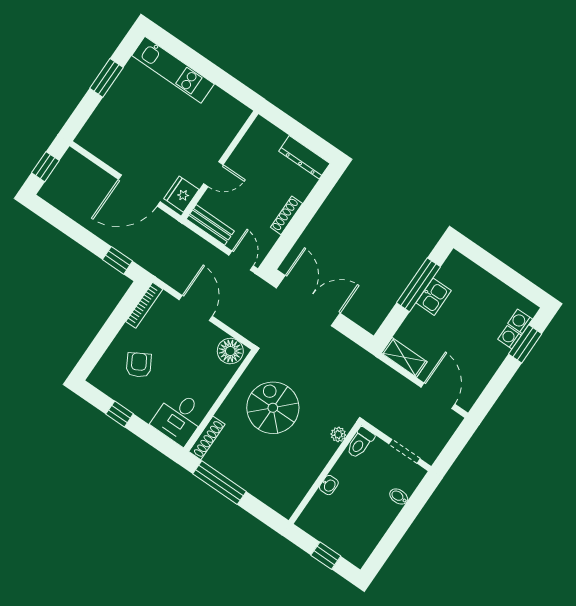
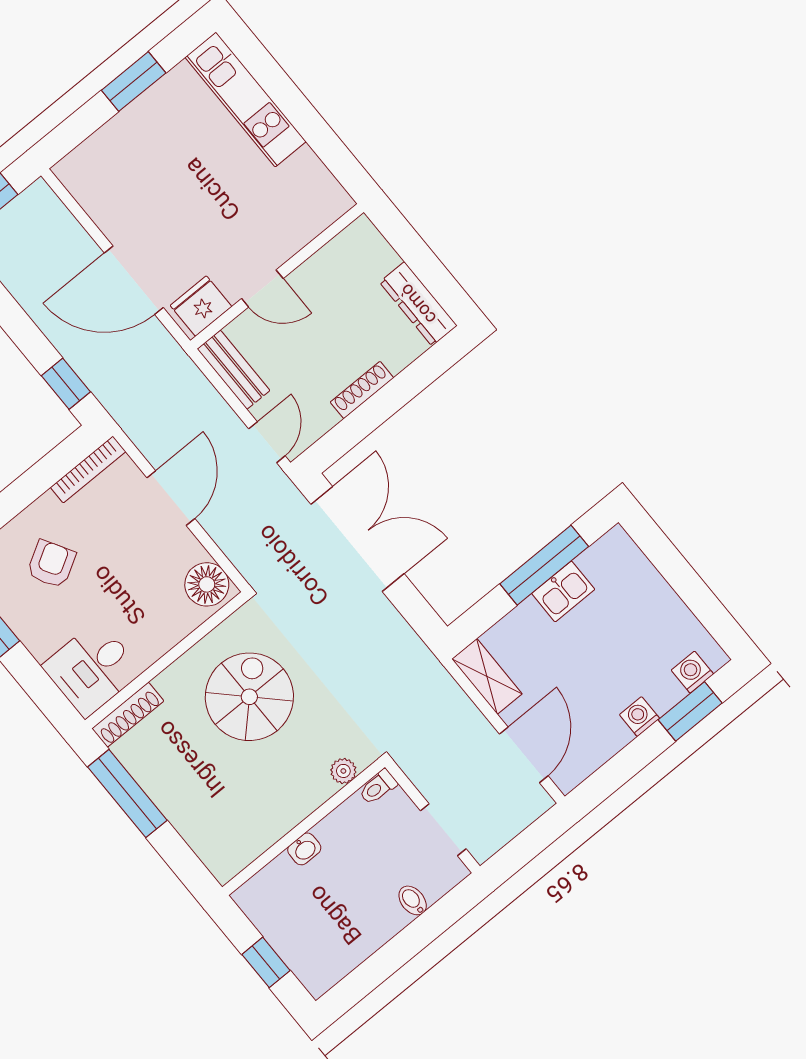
washing machine: (510, 337) -> (640, 717), moved
toilet: (360, 443) -> (378, 787), width x0.73, depth x0.72

